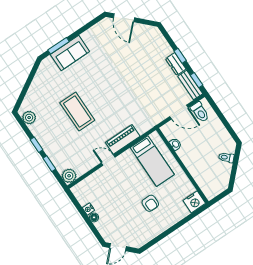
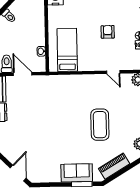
piano: (123, 139) -> (114, 166), moved, turned 149
door: (108, 160) -> (113, 72), moved
armchair: (150, 203) -> (108, 32), moved

